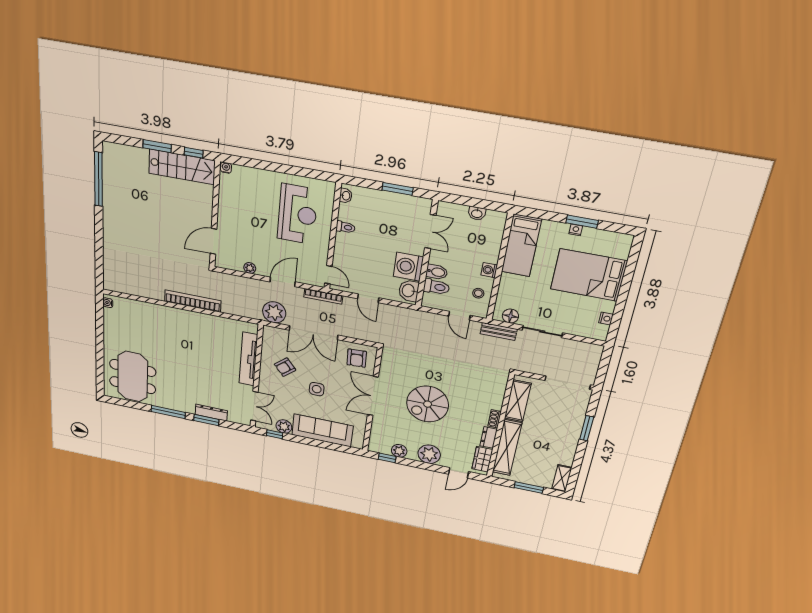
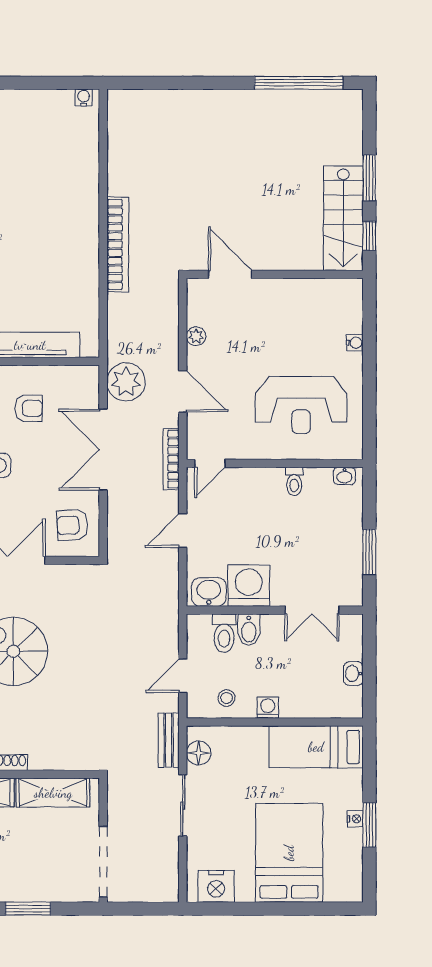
water cooler: (226, 168) -> (355, 343), moved
nightstand: (606, 319) -> (216, 886), width x1.89, depth x1.79
armchair: (285, 367) -> (29, 408), turned 130

